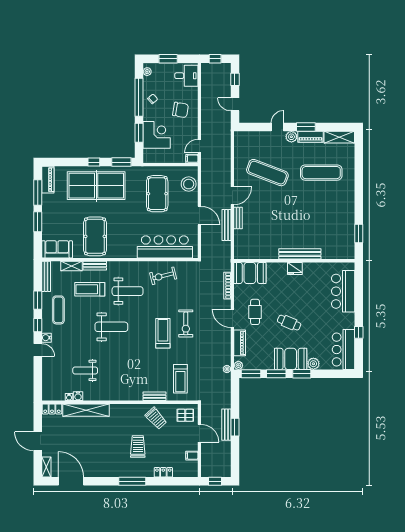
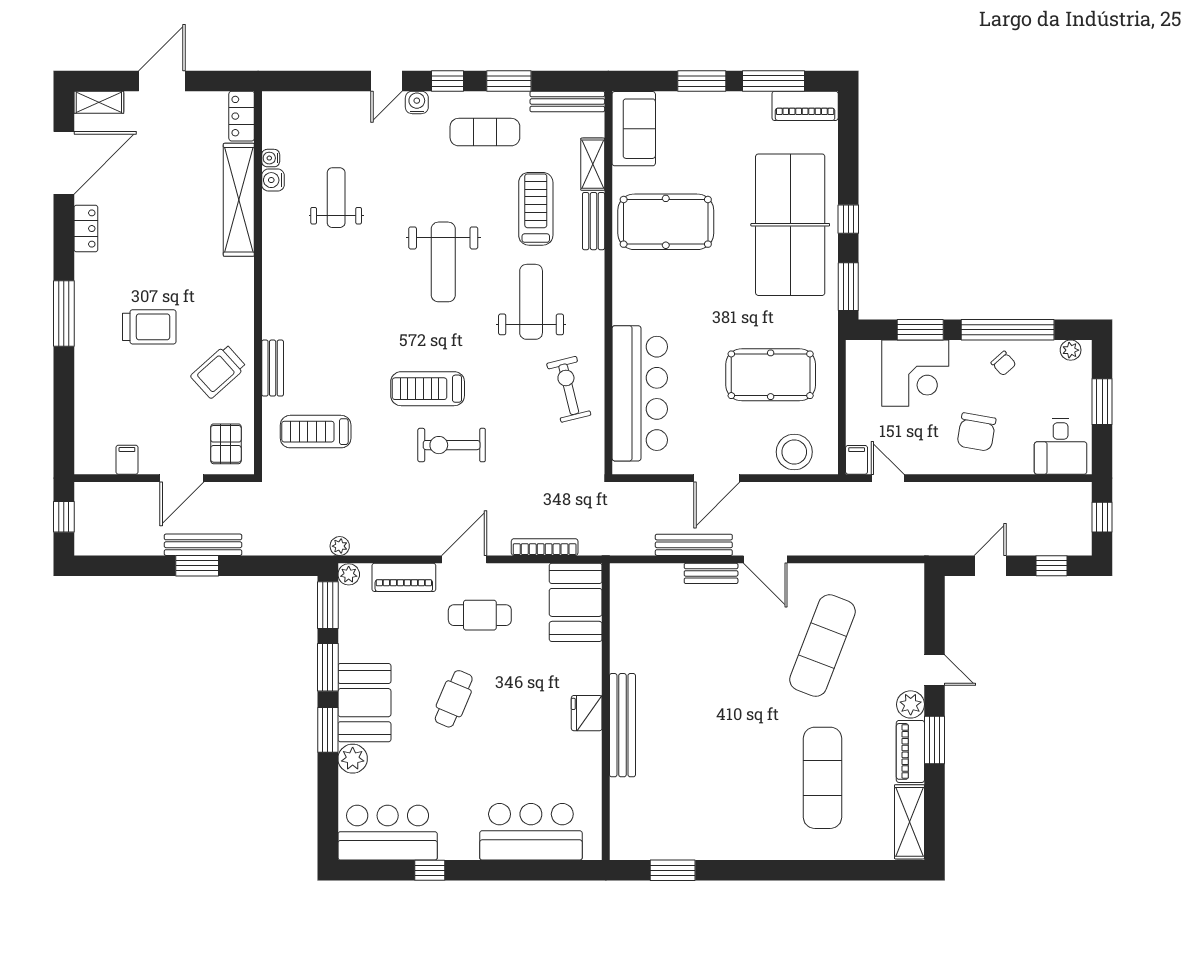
weight bench: (128, 291) -> (531, 302), turned 180
treadmill: (163, 333) -> (428, 389), turned 180
locker: (163, 472) -> (86, 229), moved

